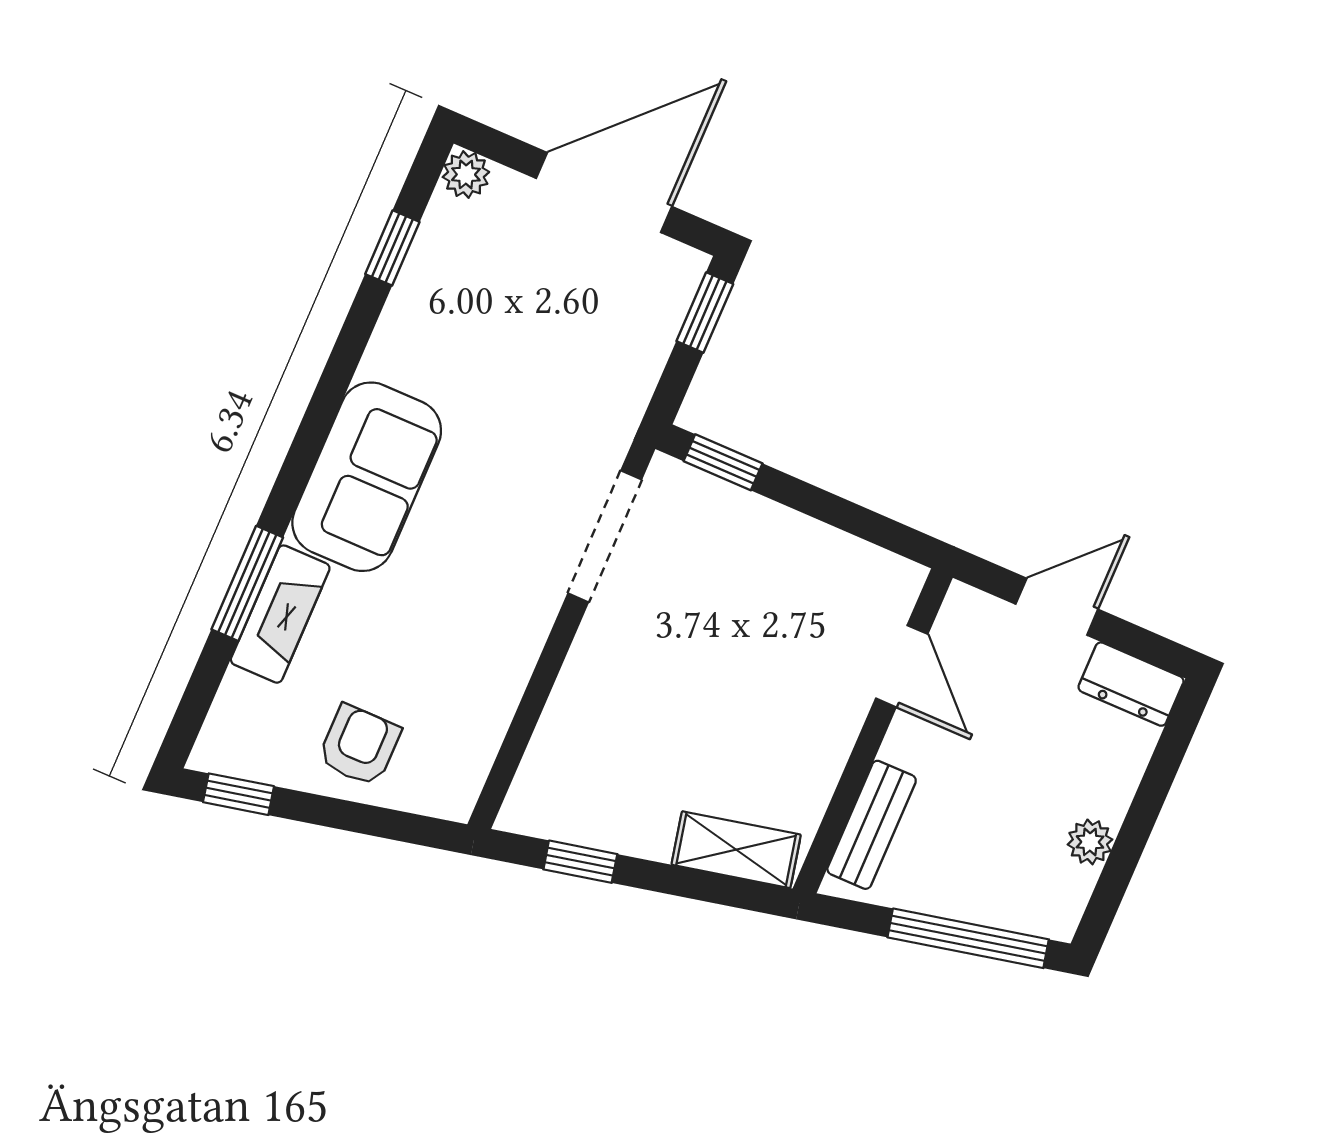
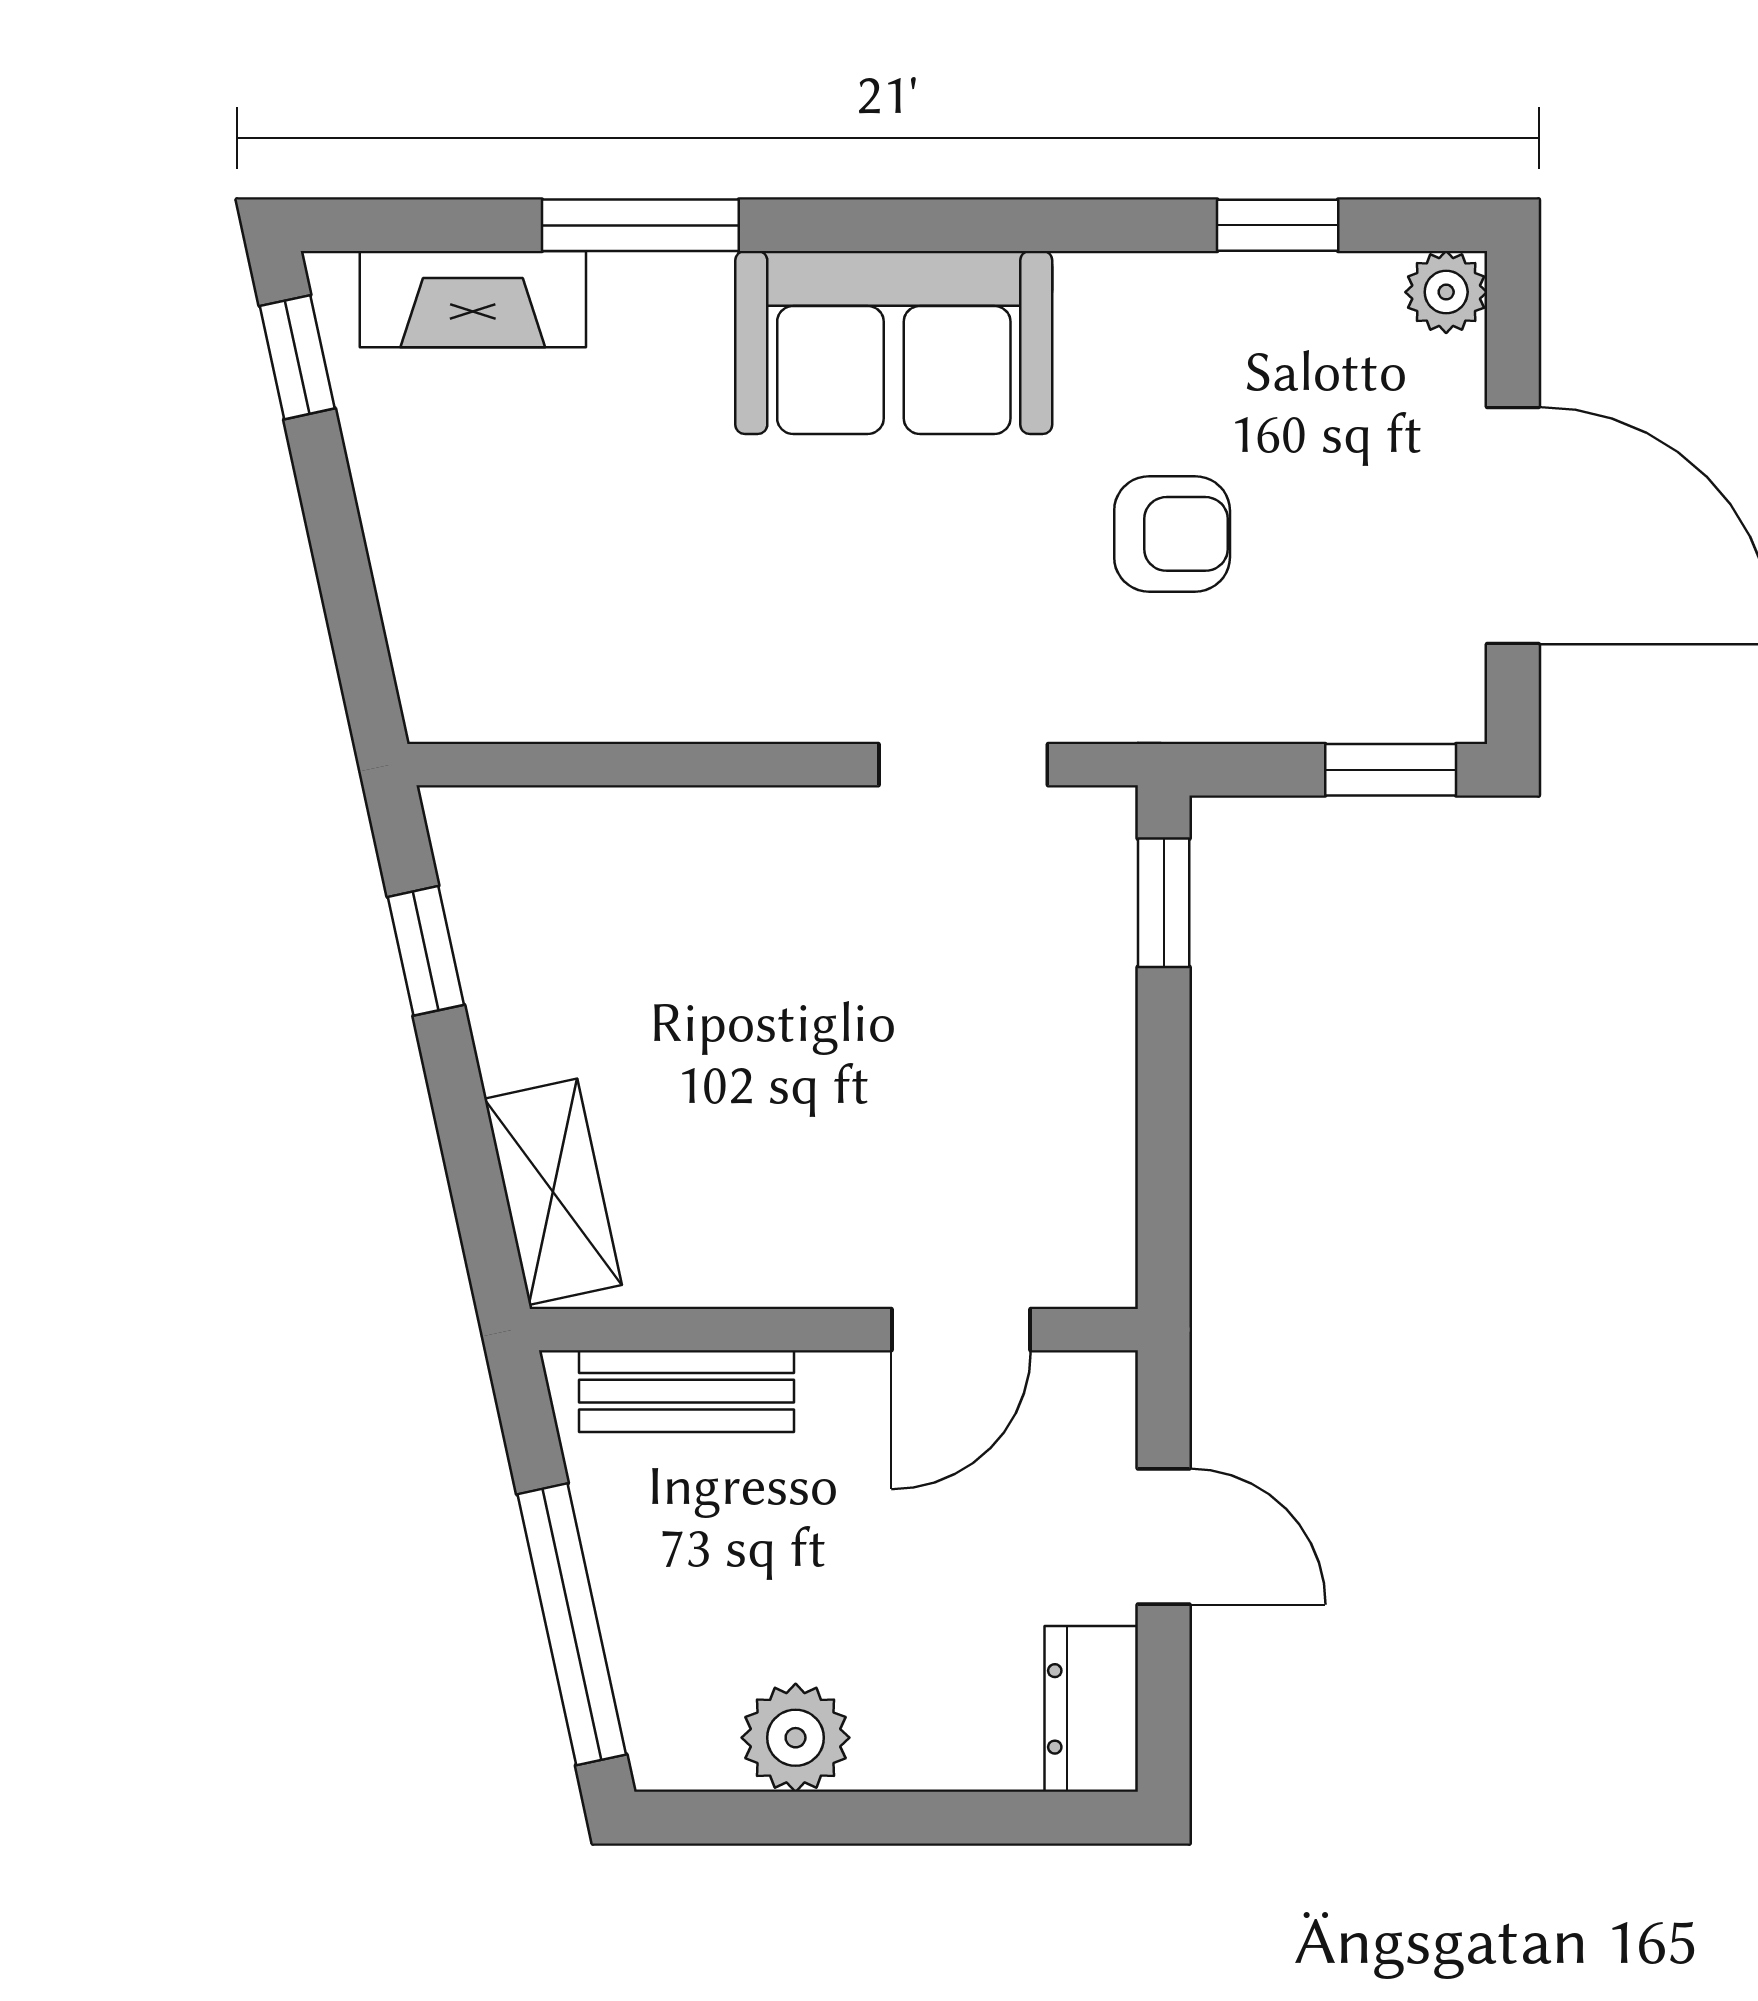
doorway: (605, 536) -> (963, 765), width x0.73
fireplace: (280, 614) -> (473, 299), moved
armchair: (359, 745) -> (1172, 534), moved
plant: (1090, 842) -> (796, 1738), width x1.38, depth x1.38

